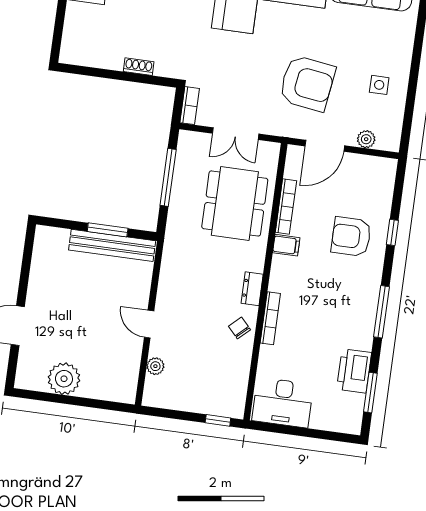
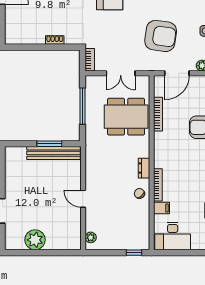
dining table: (235, 203) -> (126, 117), turned 90
filing cabinet: (286, 245) -> (162, 208), moved
plant: (155, 366) -> (91, 237), moved

